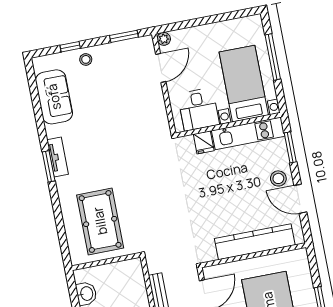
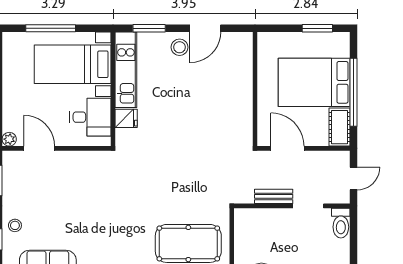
kitchen counter: (255, 242) -> (241, 85), removed

